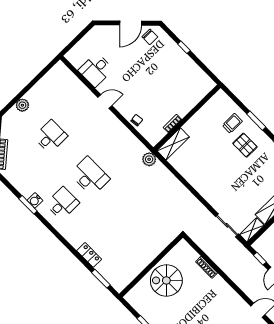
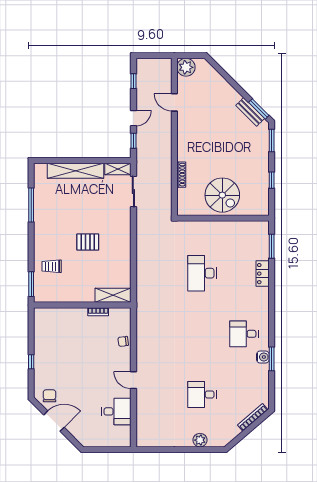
window: (256, 121) -> (31, 284), moved
pallet: (245, 145) -> (88, 242), moved, turned 90
plant: (149, 159) -> (143, 302), removed
desk: (90, 176) -> (202, 273), moved

